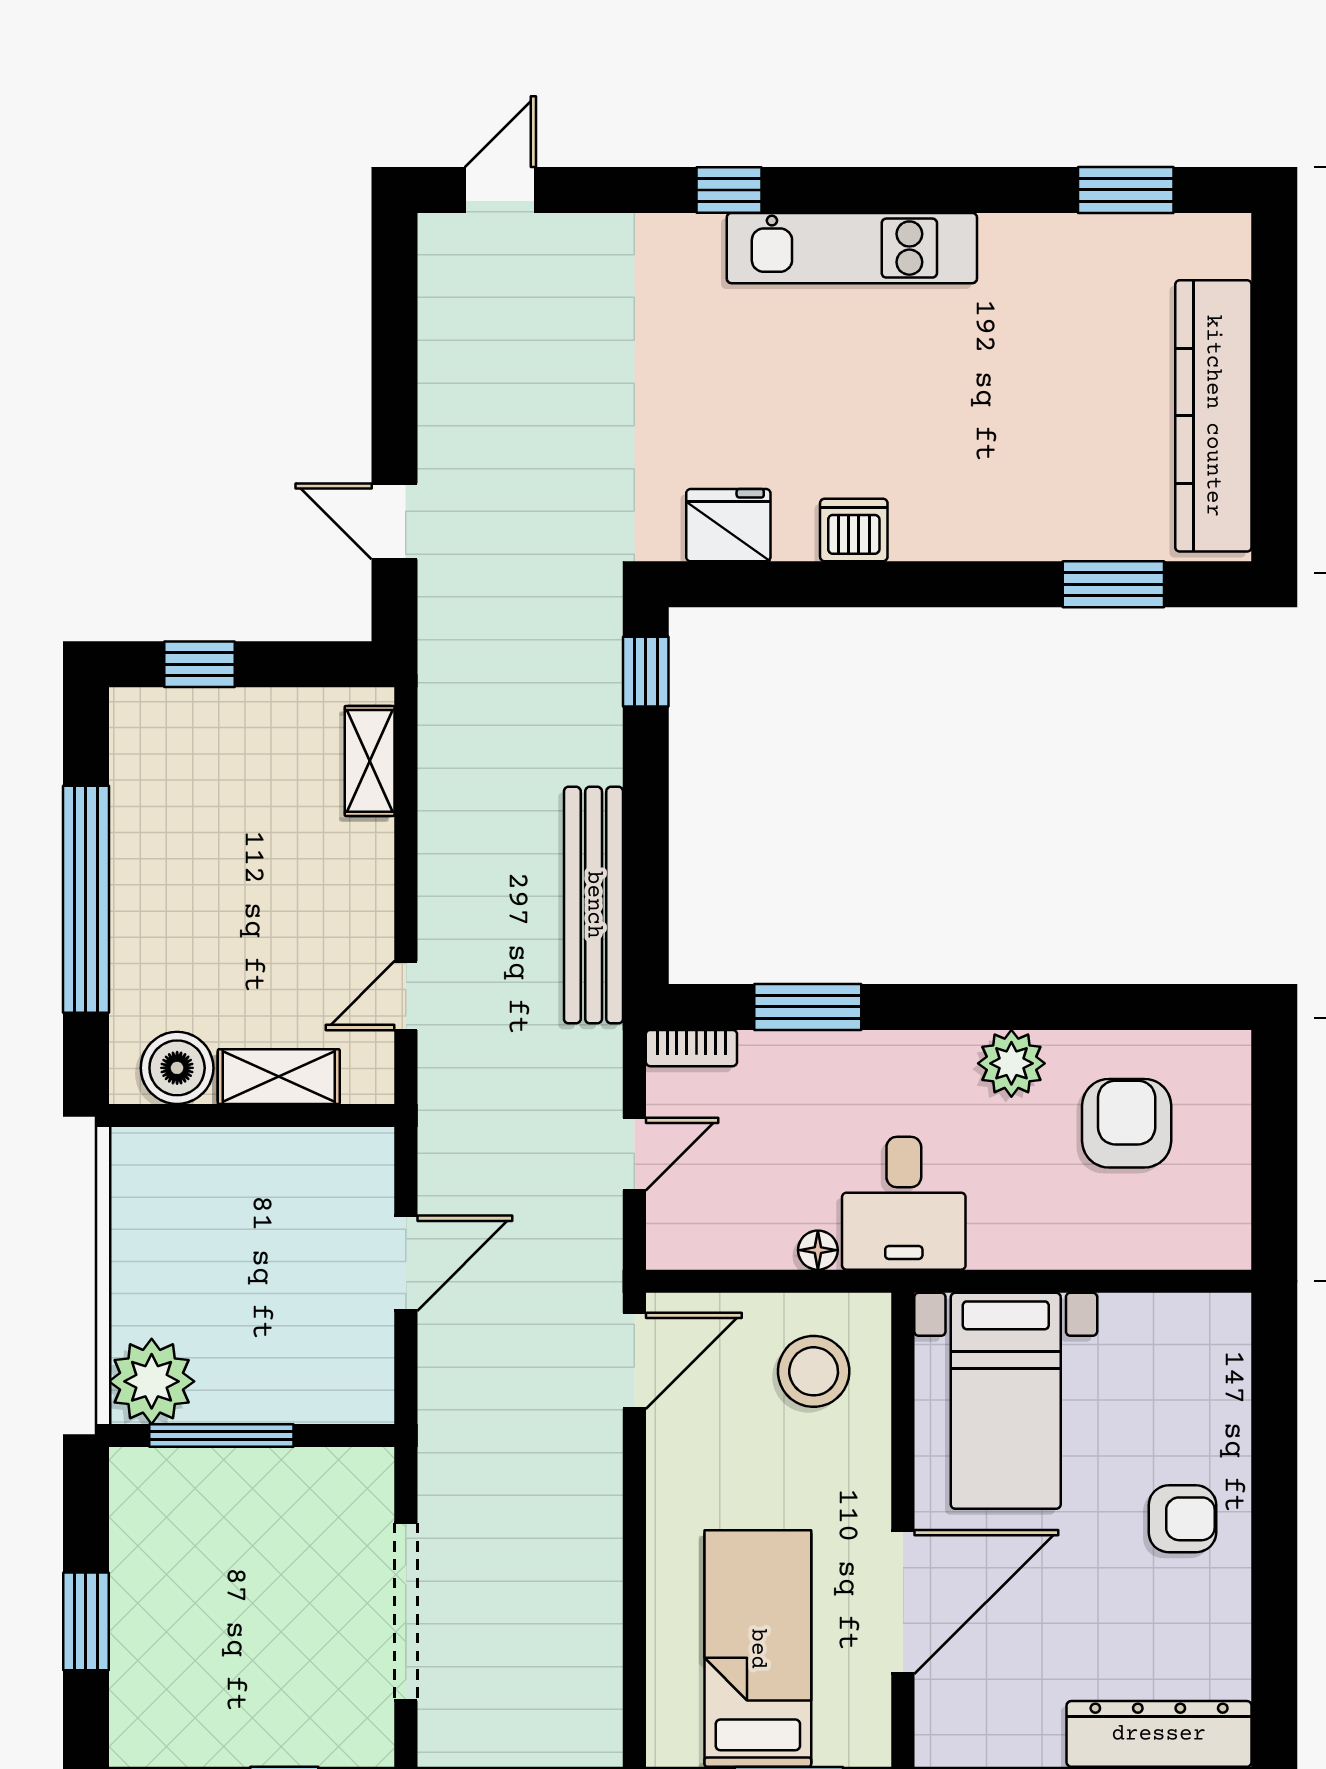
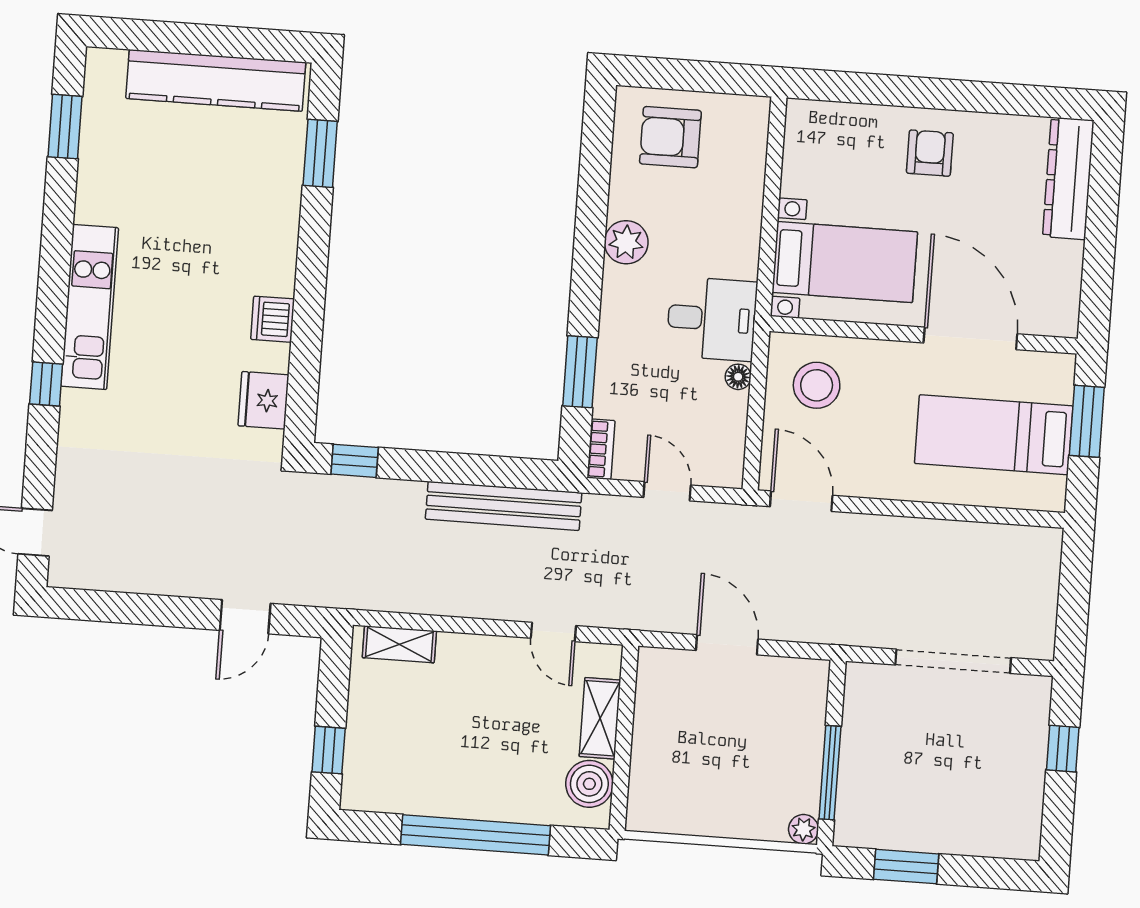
armchair: (1127, 1123) -> (670, 137), moved
plant: (152, 1381) -> (803, 829), width x0.53, depth x0.53
window: (86, 1621) -> (906, 867), moved

